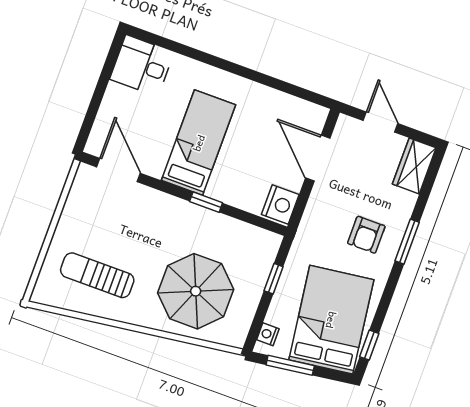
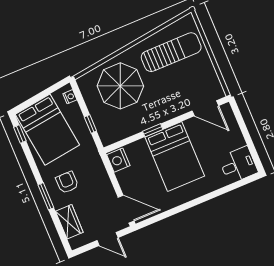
bed: (199, 143) -> (175, 157), width x1.50
door: (318, 158) -> (126, 209), moved
wardrobe: (414, 166) -> (69, 222), moved
sun lounger: (97, 275) -> (171, 52), width x1.36, depth x1.34
window: (290, 365) -> (47, 92), removed

